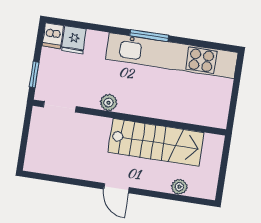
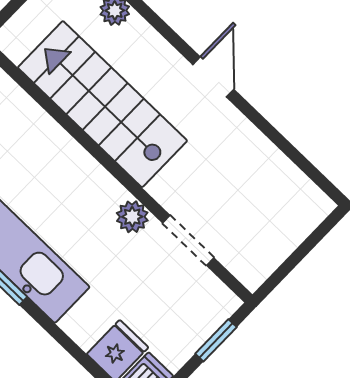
doorway: (60, 107) -> (188, 240), moved

